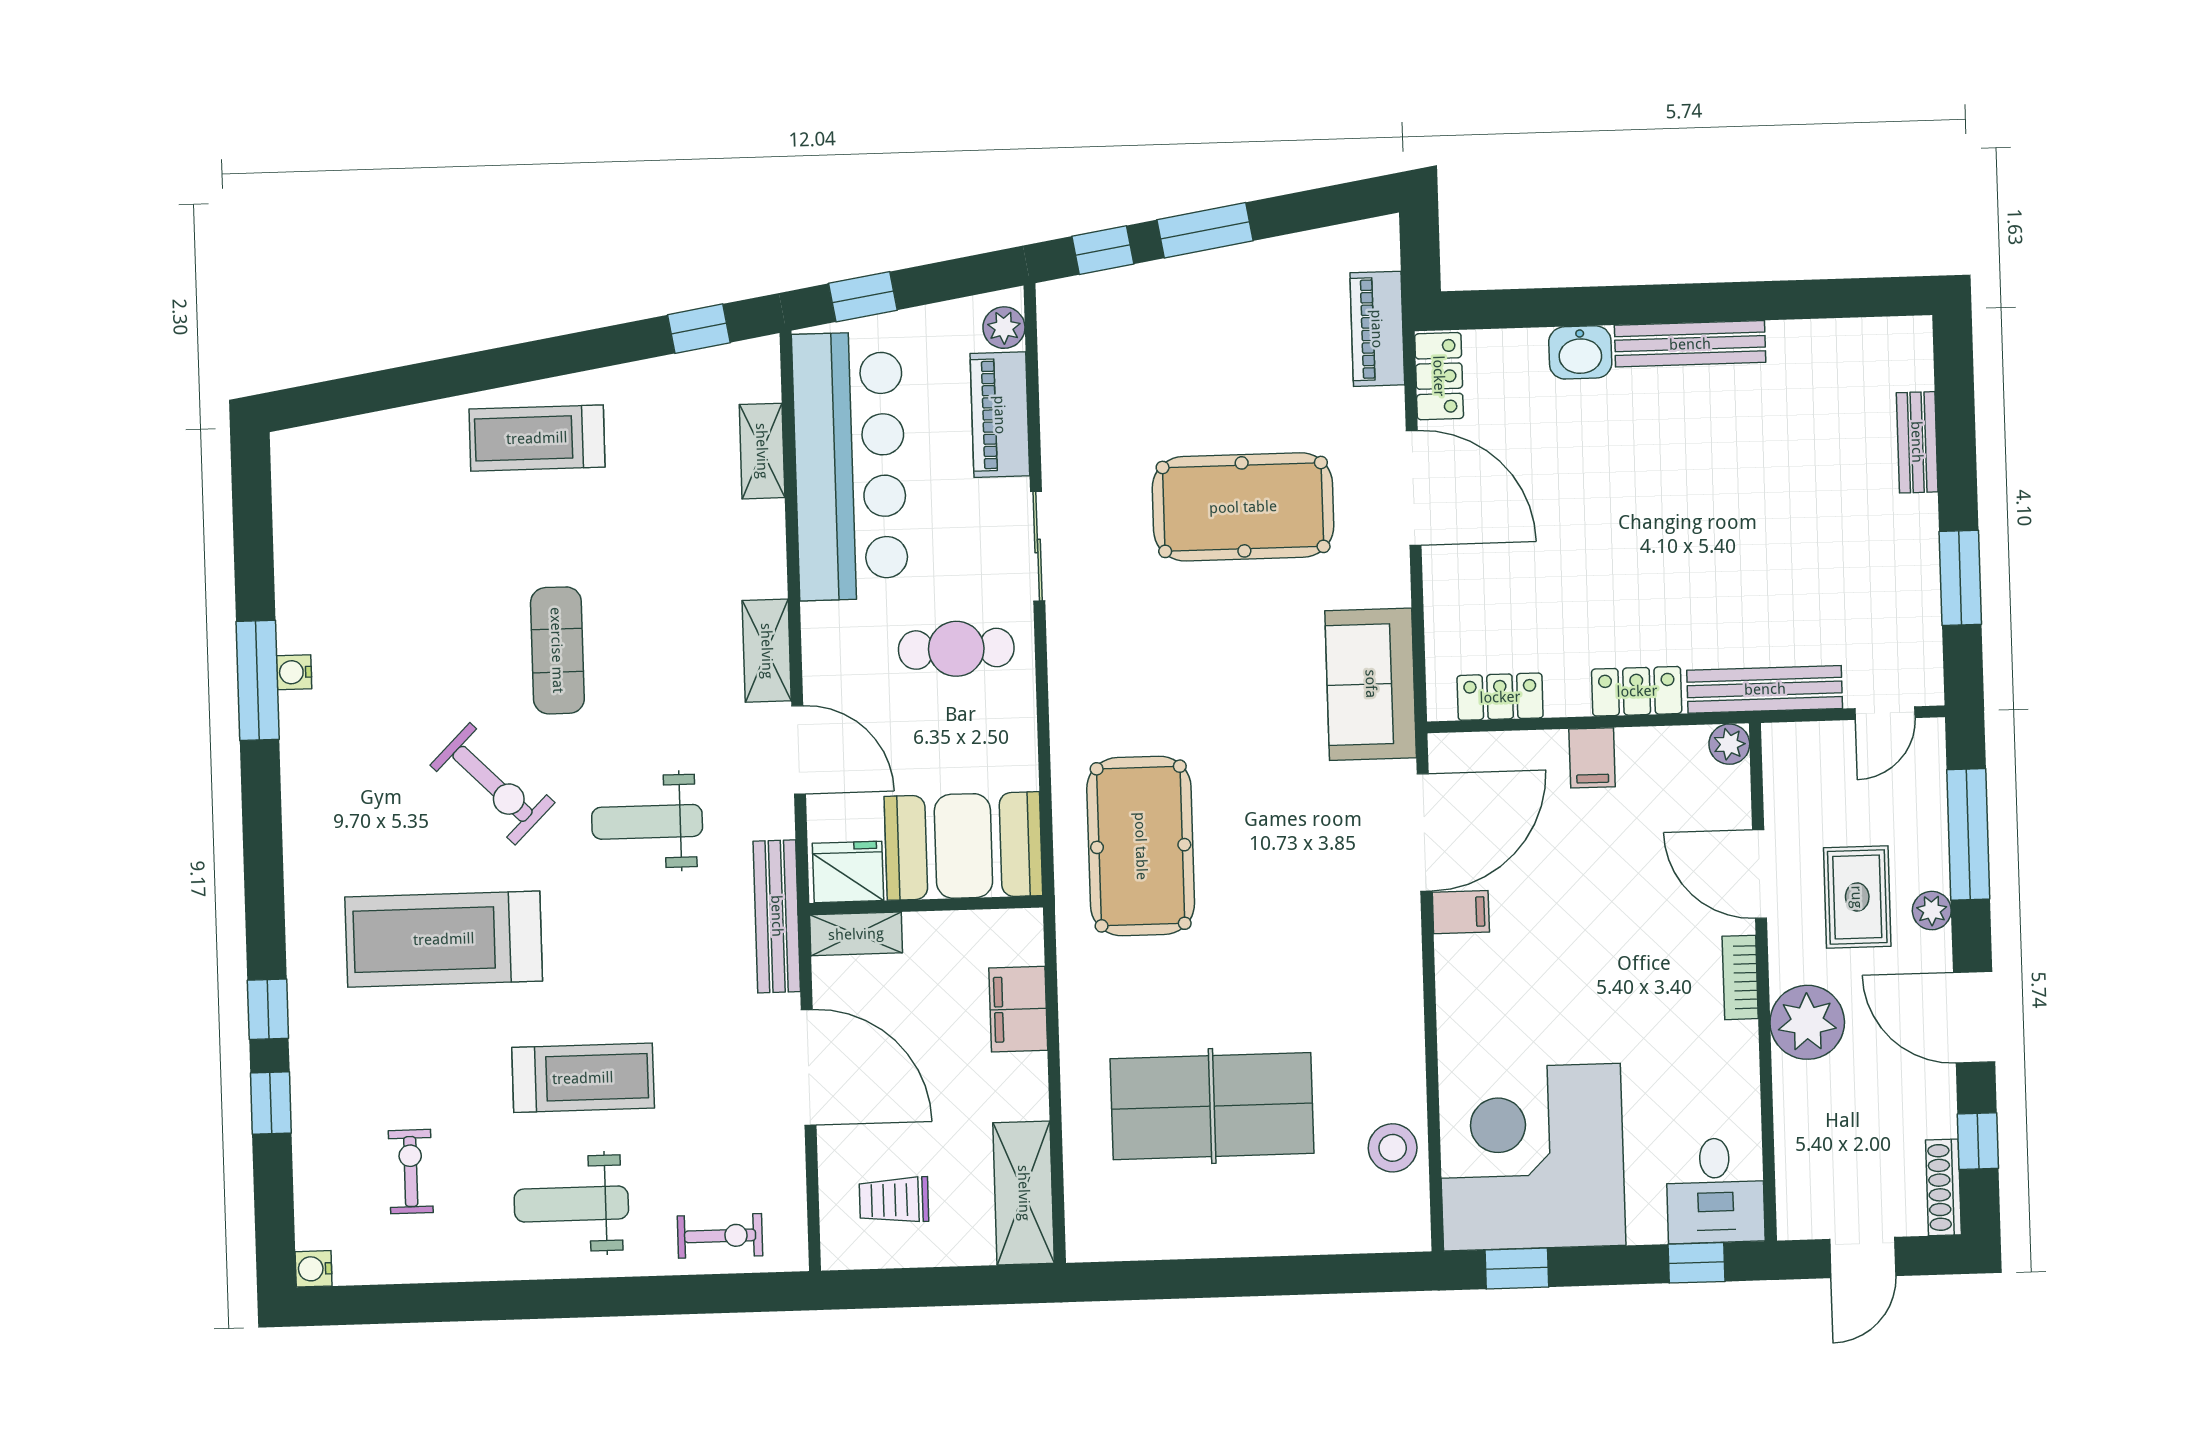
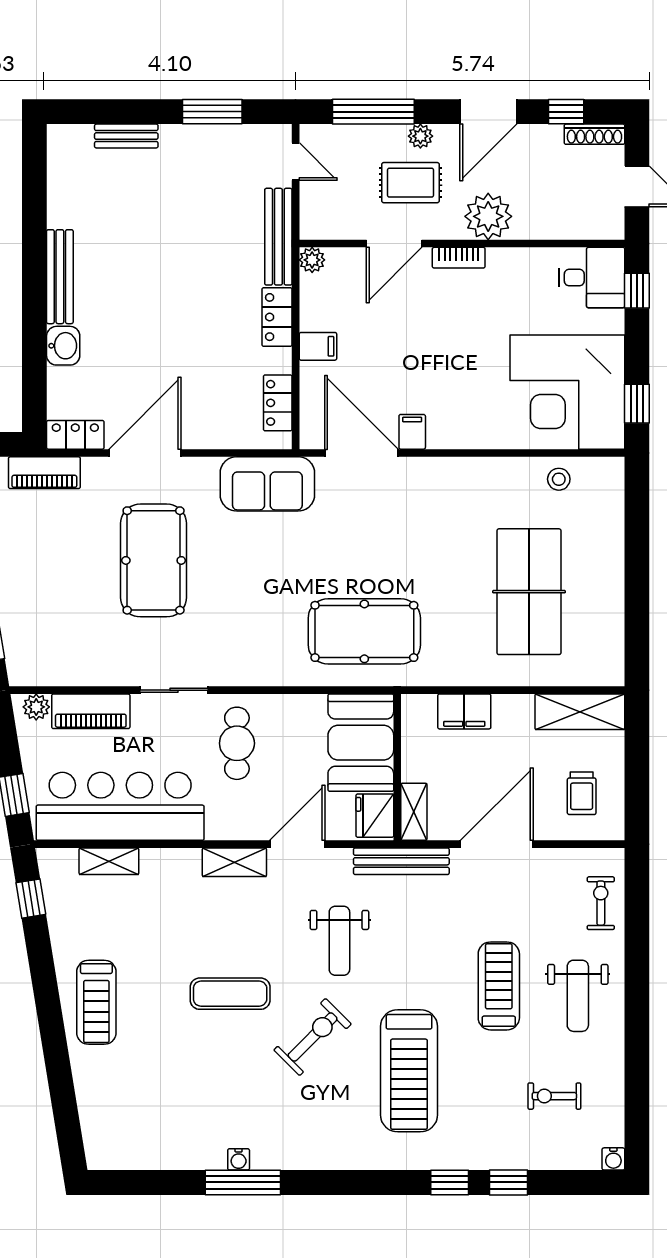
stool: (1393, 1148) -> (559, 479), width x0.73, depth x0.73

